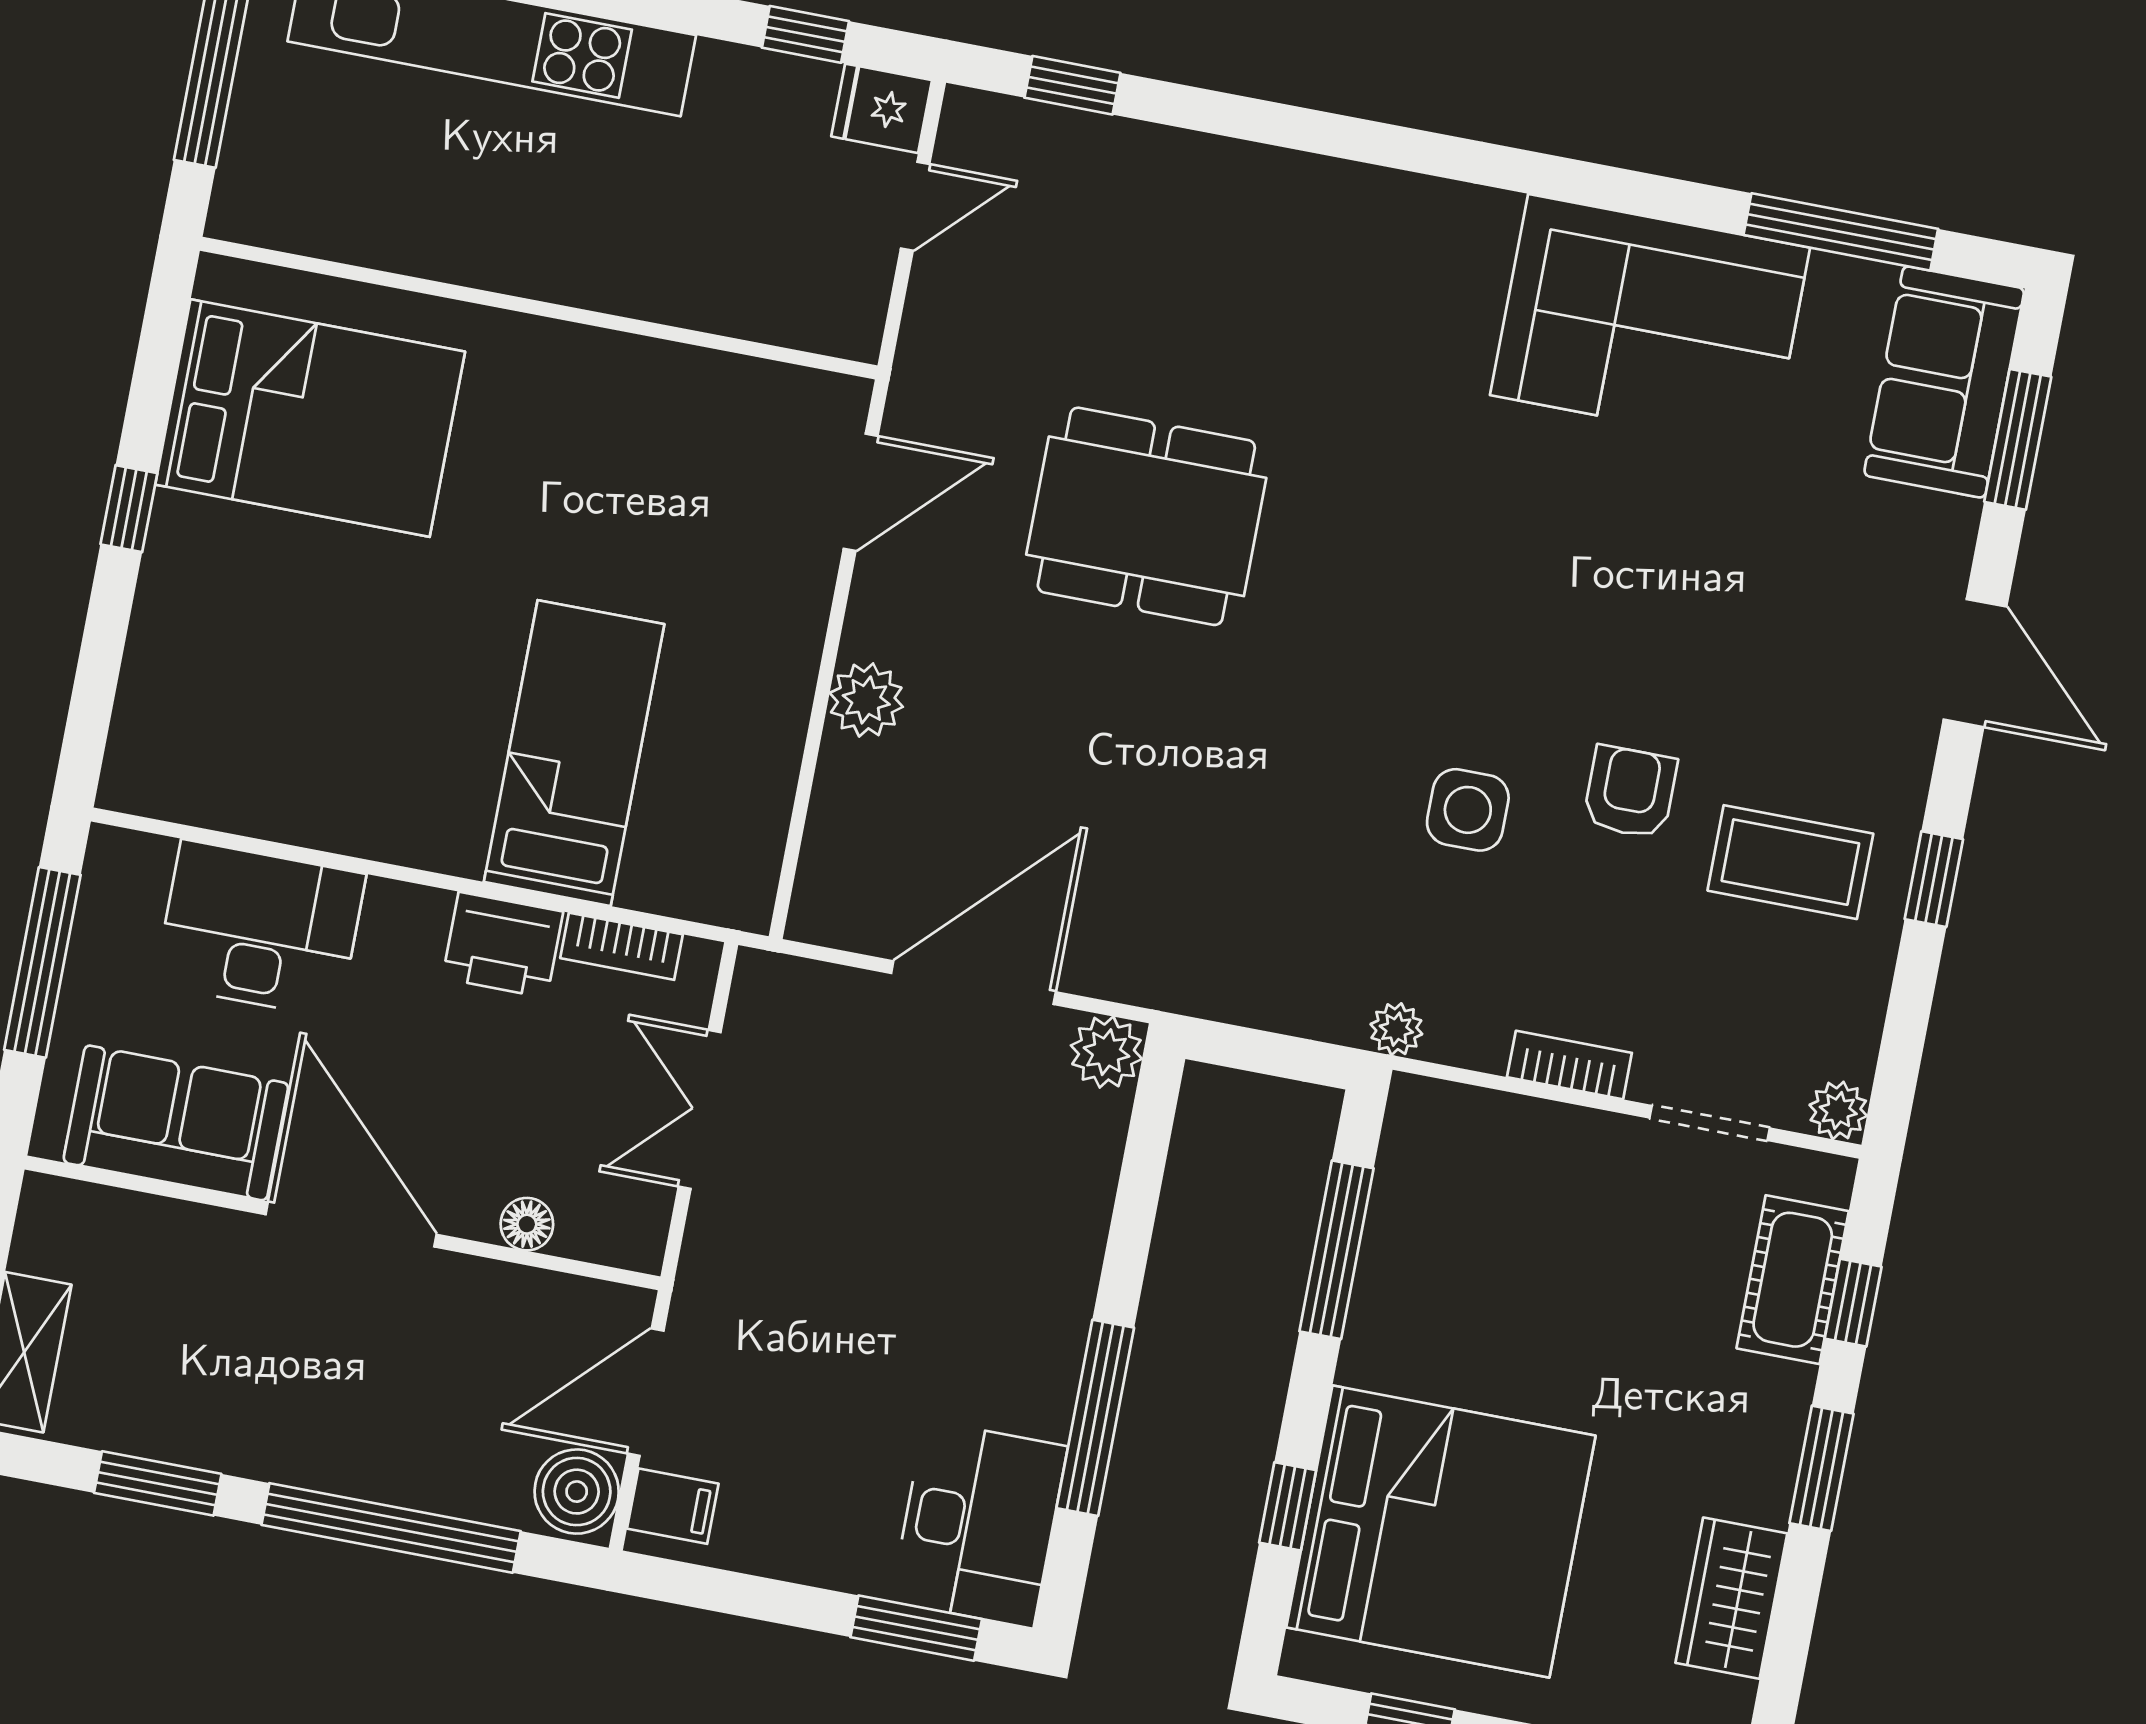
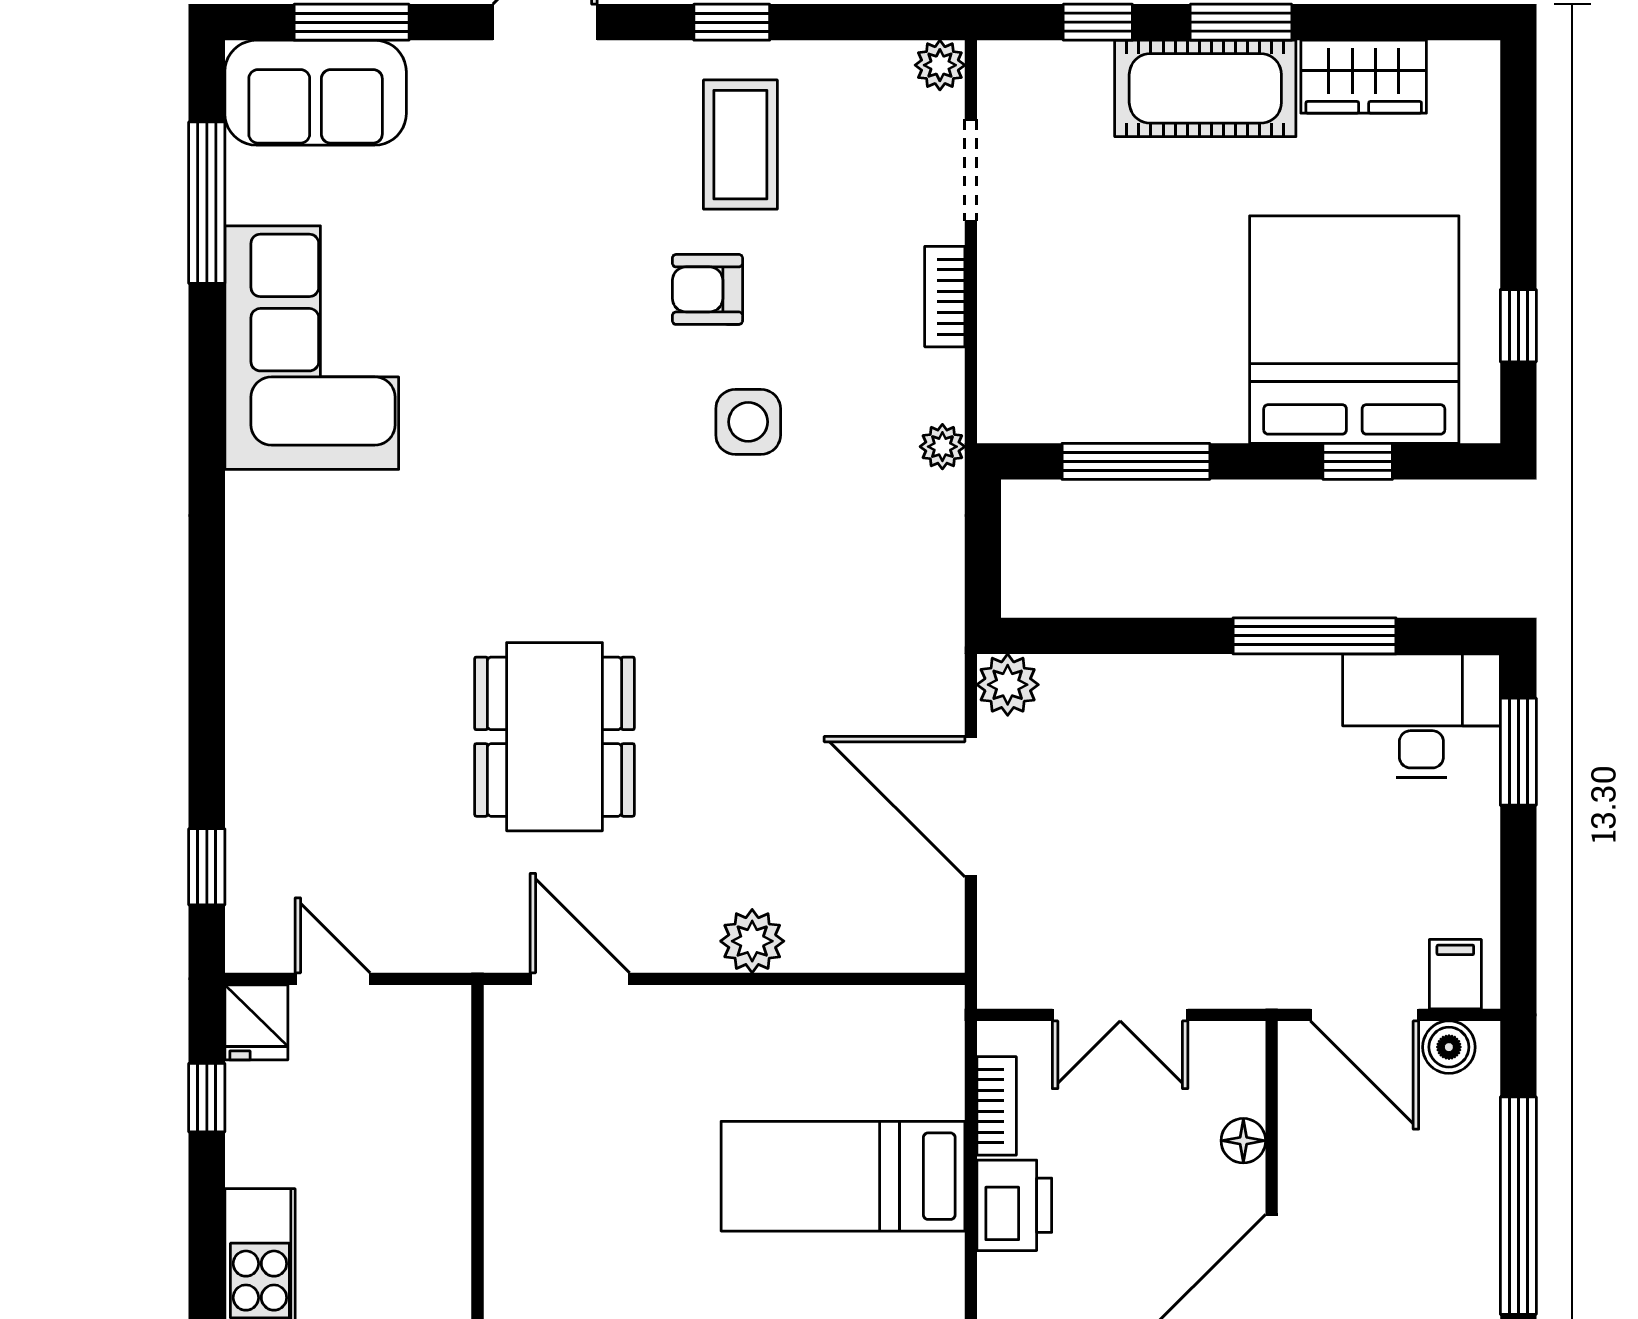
cot: (1793, 1280) -> (1205, 88), moved, width x1.37, depth x1.34
boiler: (577, 1492) -> (1449, 1047), width x0.73, depth x0.73

